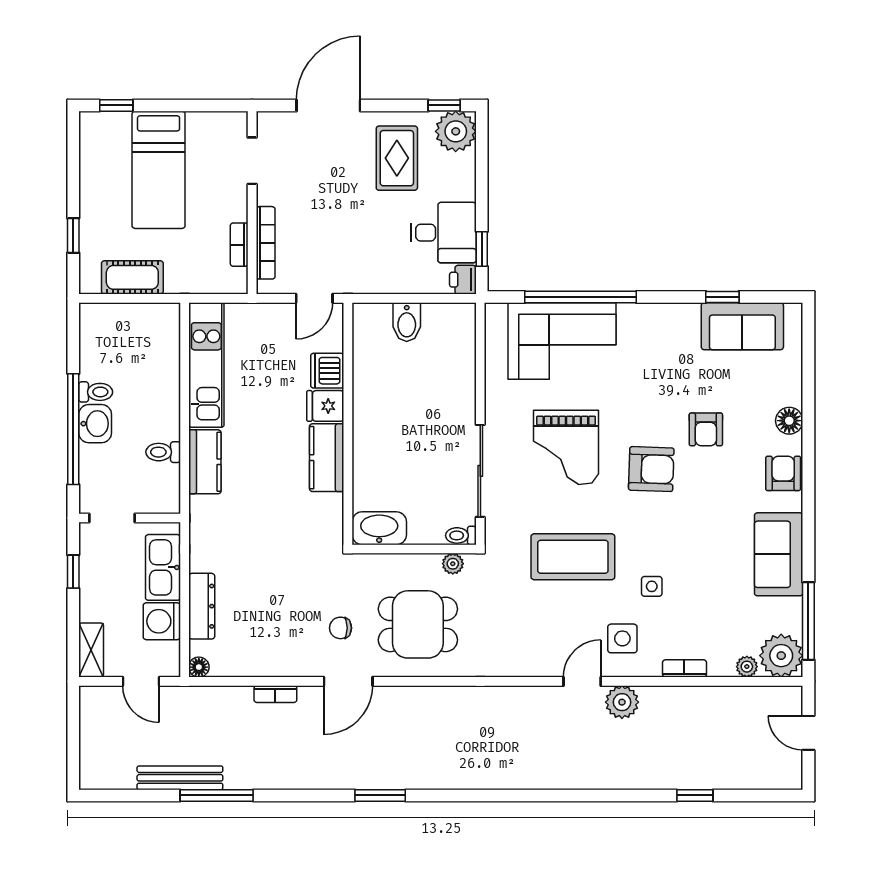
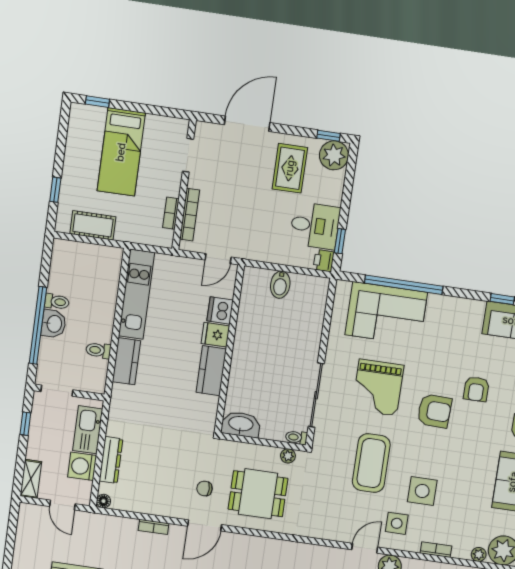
coffee table: (573, 557) -> (371, 463), turned 90
side table: (652, 586) -> (422, 491), width x1.87, depth x1.87

